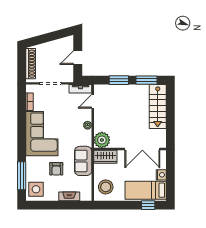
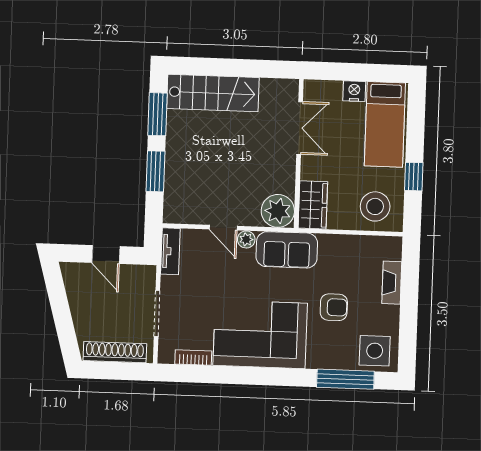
door: (93, 101) -> (223, 228), moved
double door: (142, 149) -> (300, 128), width x0.73
sofa: (83, 161) -> (287, 250), moved
window: (148, 205) -> (414, 177), moved

